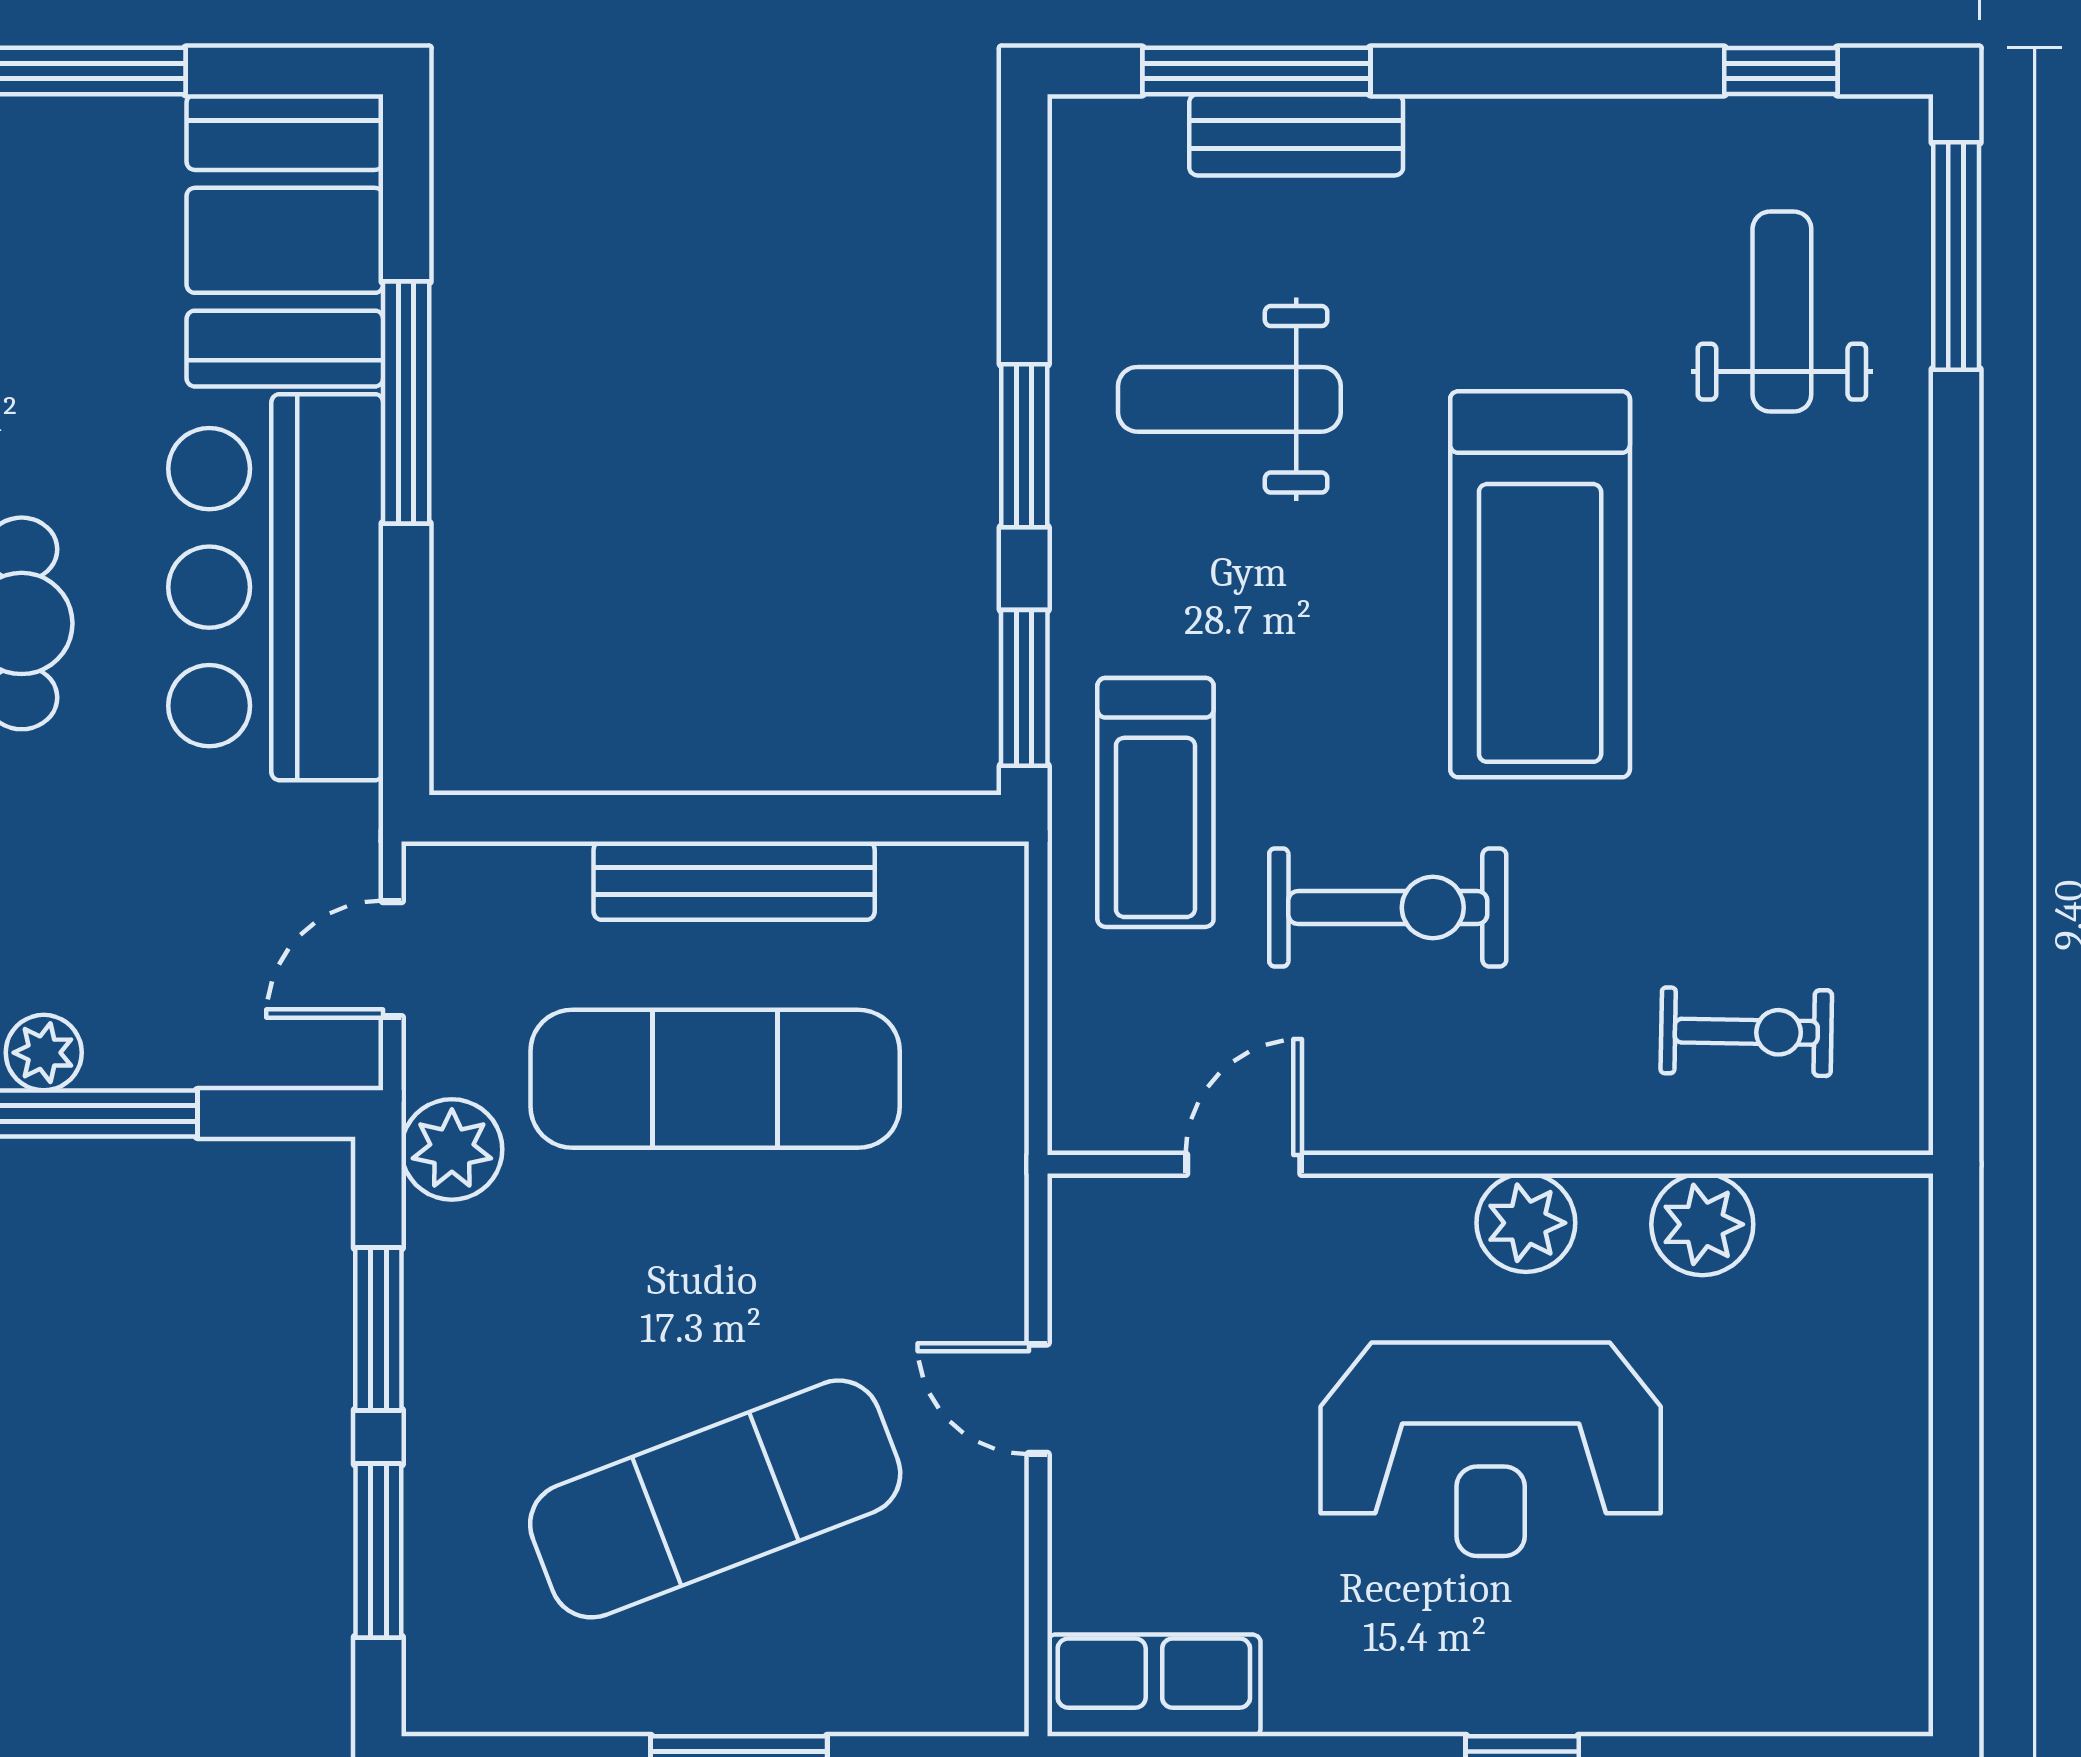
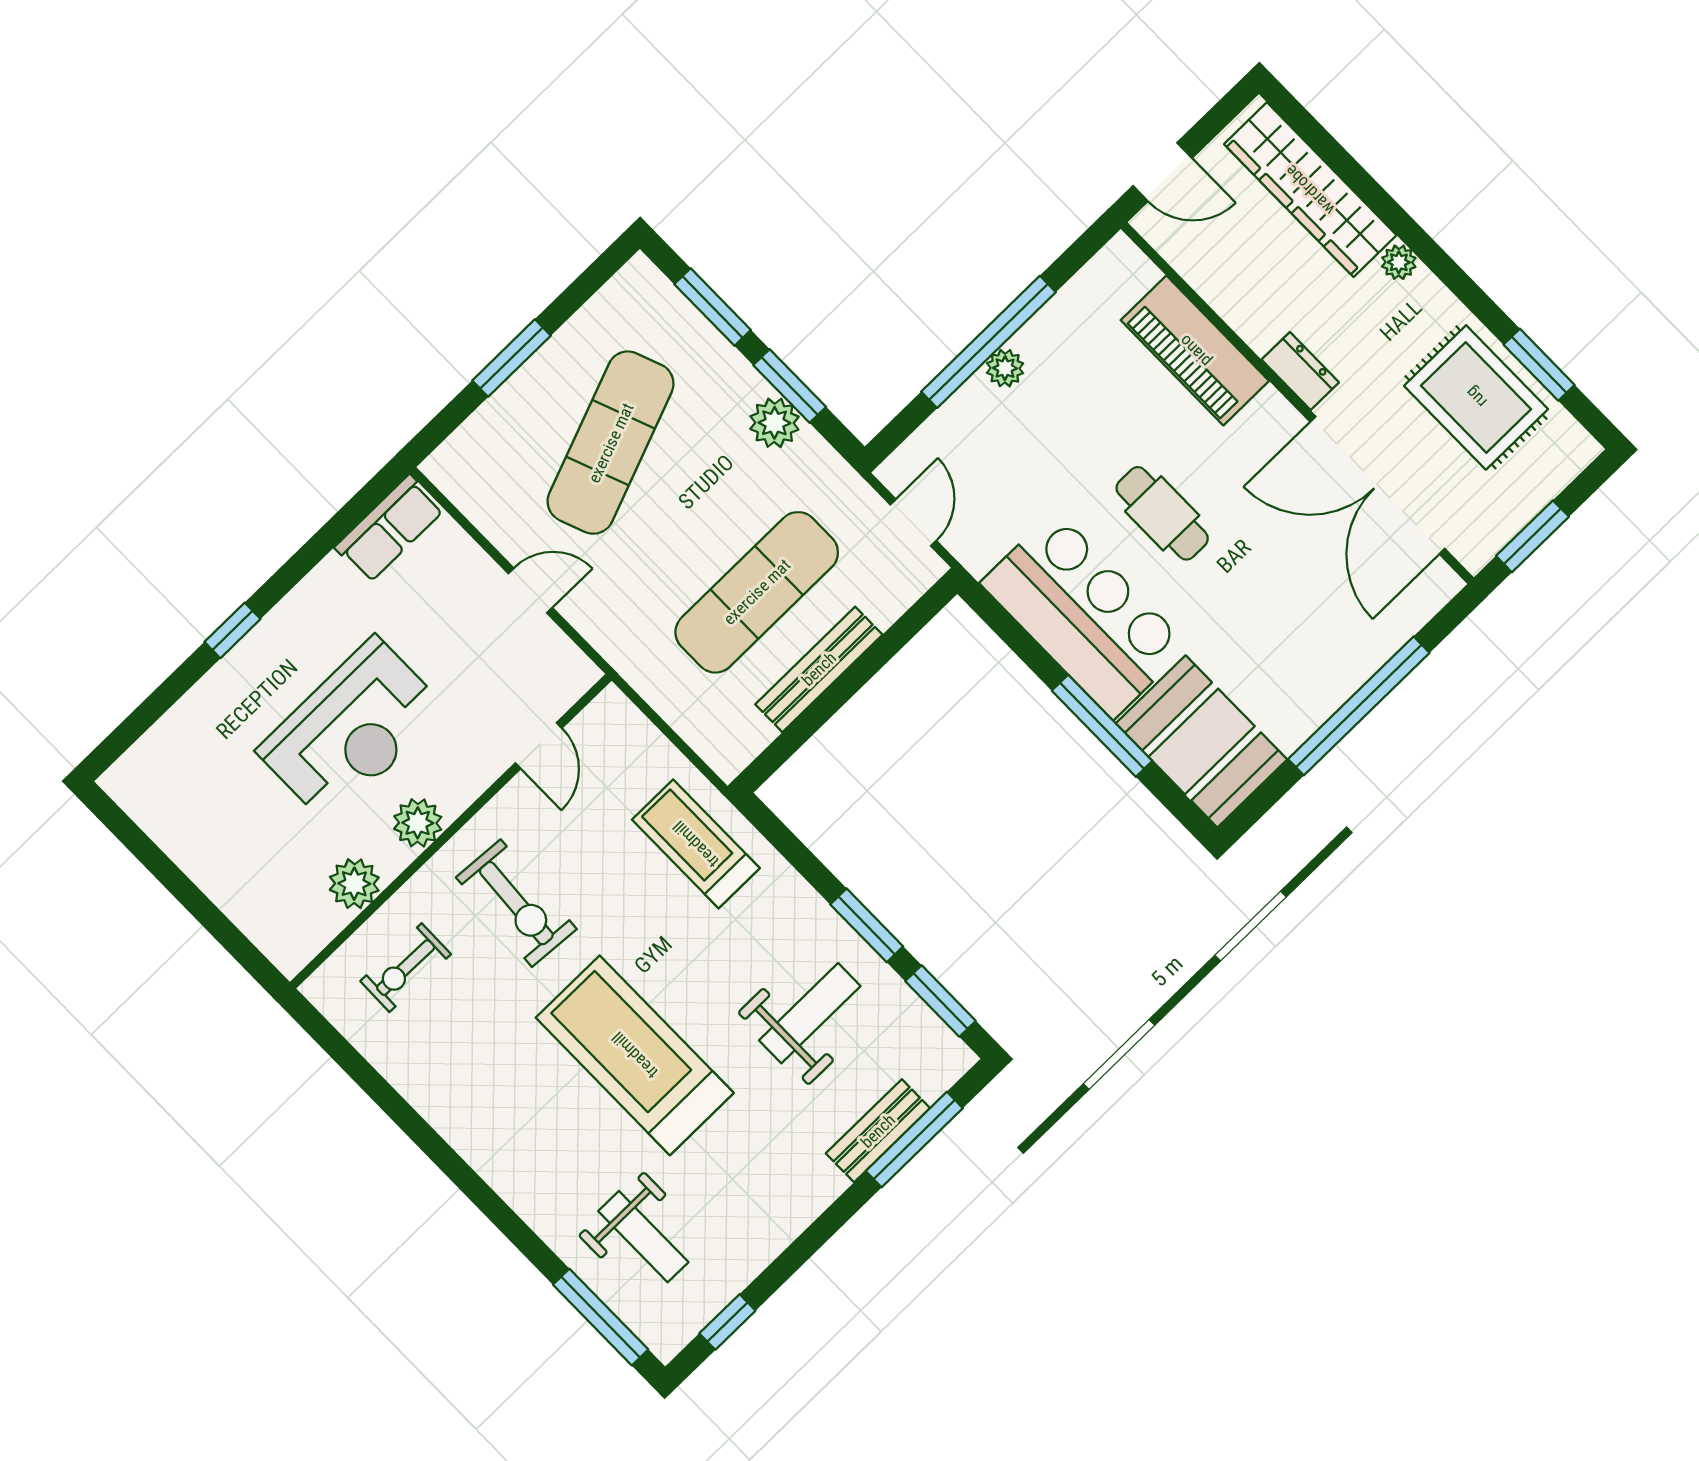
window: (1024, 688) -> (941, 1001), moved
exercise bike: (1388, 908) -> (516, 903), moved, turned -86
plant: (452, 1149) -> (774, 423), moved
reception desk: (1491, 1449) -> (352, 730), turned 180

